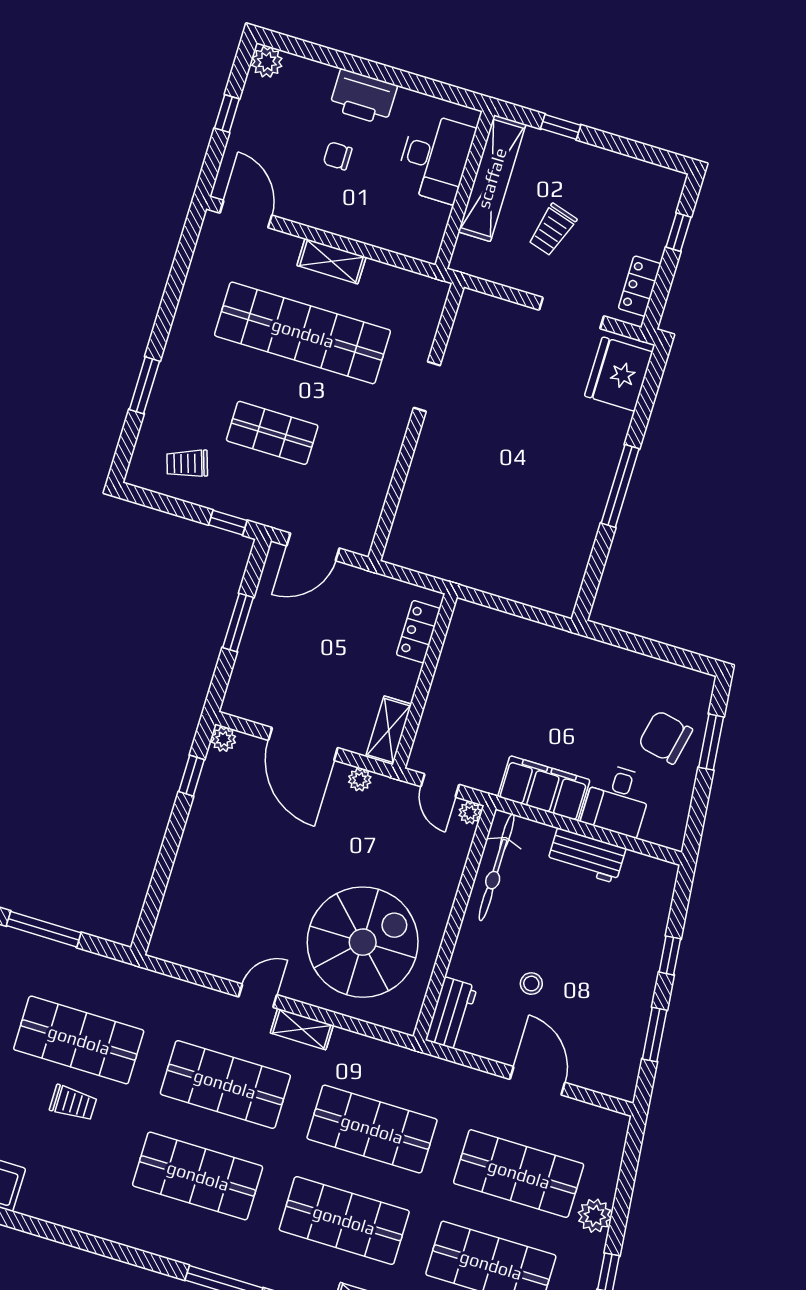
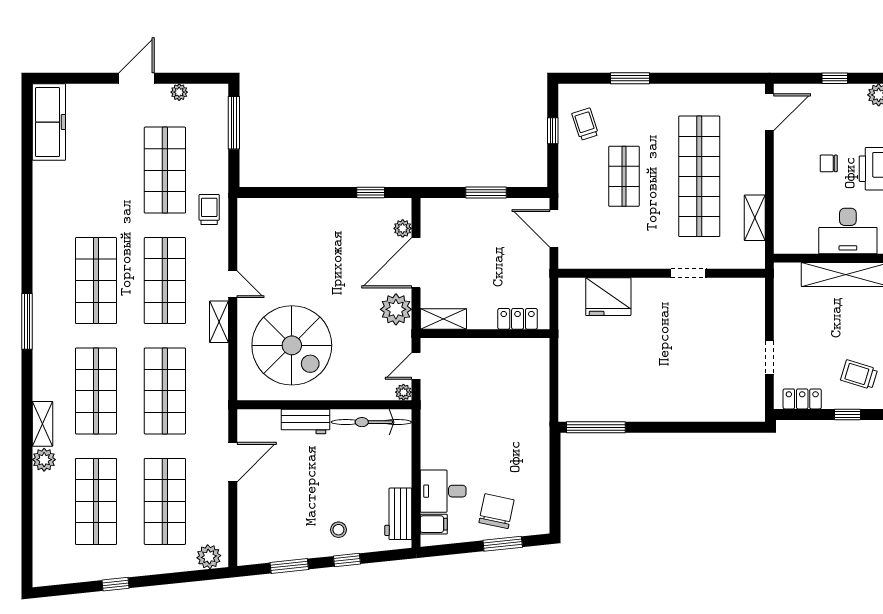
chair: (338, 156) -> (829, 163), turned -90
trolley: (552, 230) -> (859, 375), moved
shelving: (331, 261) -> (755, 218), moved
doorway: (571, 313) -> (769, 358), width x0.73
fridge: (619, 374) -> (608, 297), moved, turned 180
window: (620, 486) -> (596, 427), moved
window: (228, 523) -> (553, 131), moved
plant: (223, 739) -> (403, 228), moved
plant: (360, 780) -> (396, 309), width x1.88, depth x1.88
filing cabinet: (544, 788) -> (434, 524), moved, width x0.33, depth x0.86
workbench: (587, 856) -> (398, 514), moved
stool: (531, 984) -> (338, 530), moved
workbench: (451, 1013) -> (305, 421), moved
door: (537, 1081) -> (233, 462), moved
trolley: (73, 1103) -> (209, 209), moved, turned 180
plant: (595, 1216) -> (209, 557), moved

